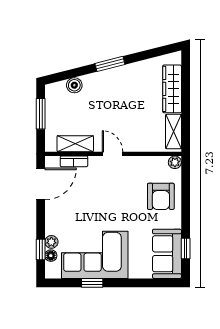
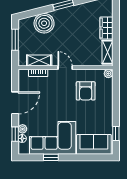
boiler: (74, 85) -> (44, 23), width x1.86, depth x1.86
wardrobe: (172, 89) -> (106, 28), width x0.67
door: (41, 184) -> (15, 103), moved
armchair: (161, 196) -> (86, 91), moved
sofa: (167, 254) -> (94, 144), moved, turned 90

